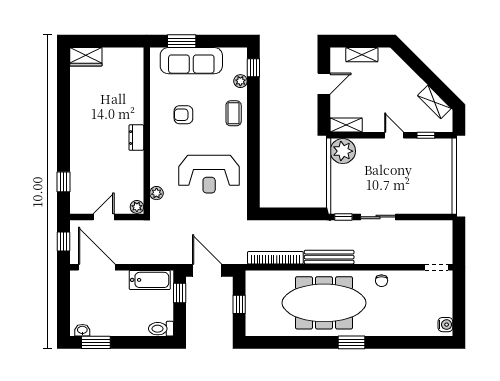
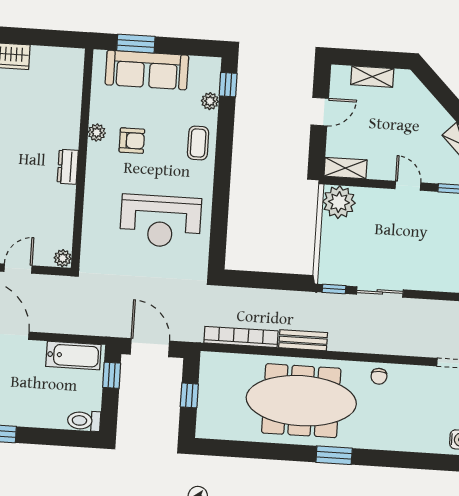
armchair: (183, 115) -> (132, 141), turned 180
plant: (156, 193) -> (97, 132), moved
bench: (329, 257) -> (303, 340), width x0.73

